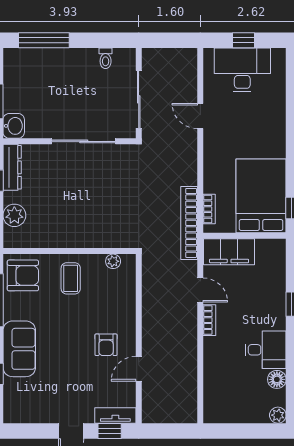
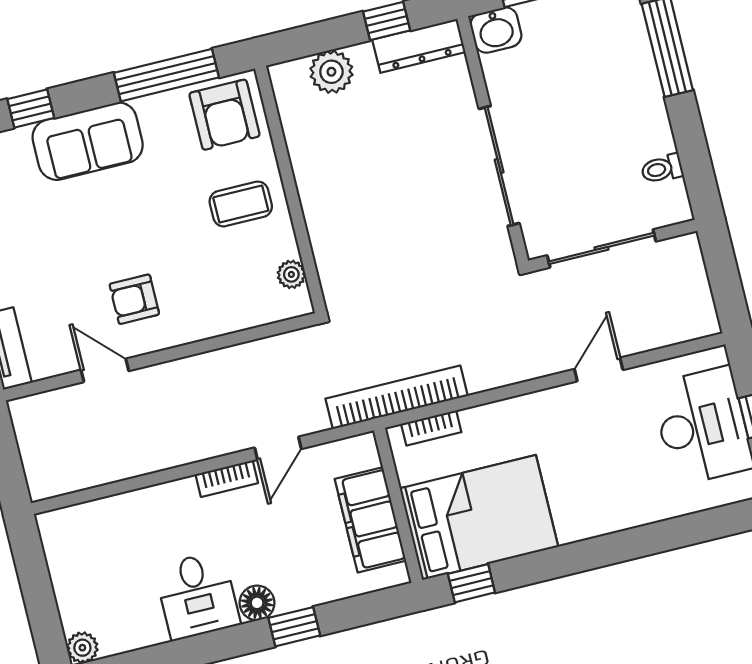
filing cabinet: (229, 252) -> (370, 520), moved
floor lamp: (277, 379) -> (257, 603), moved

